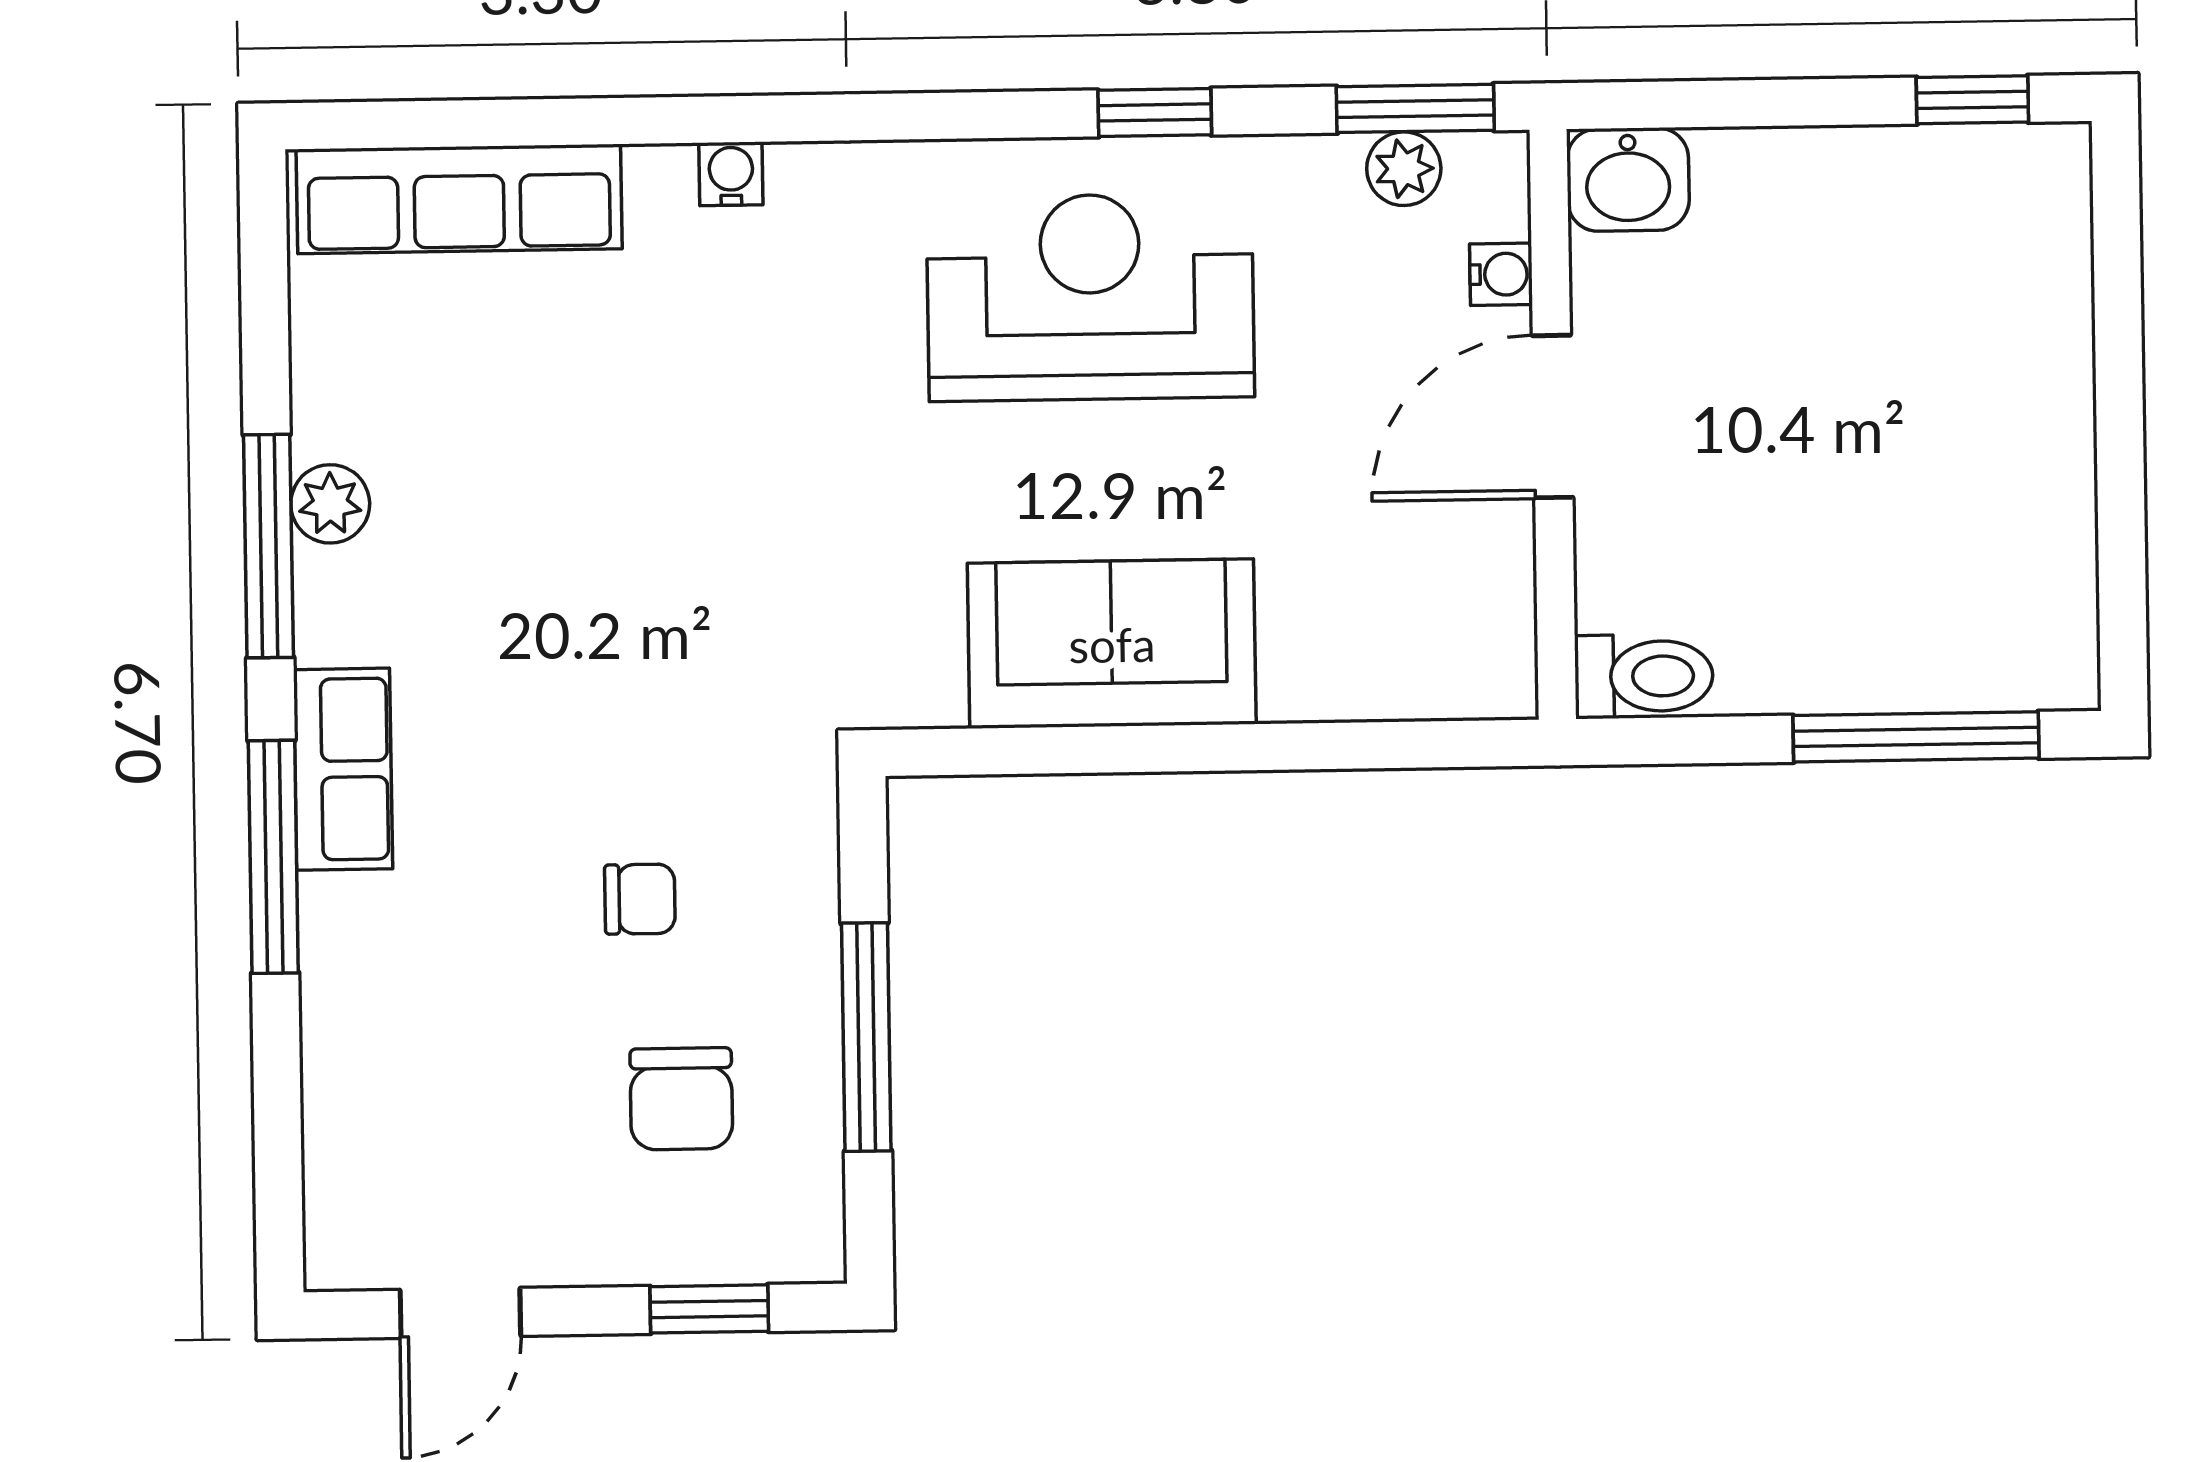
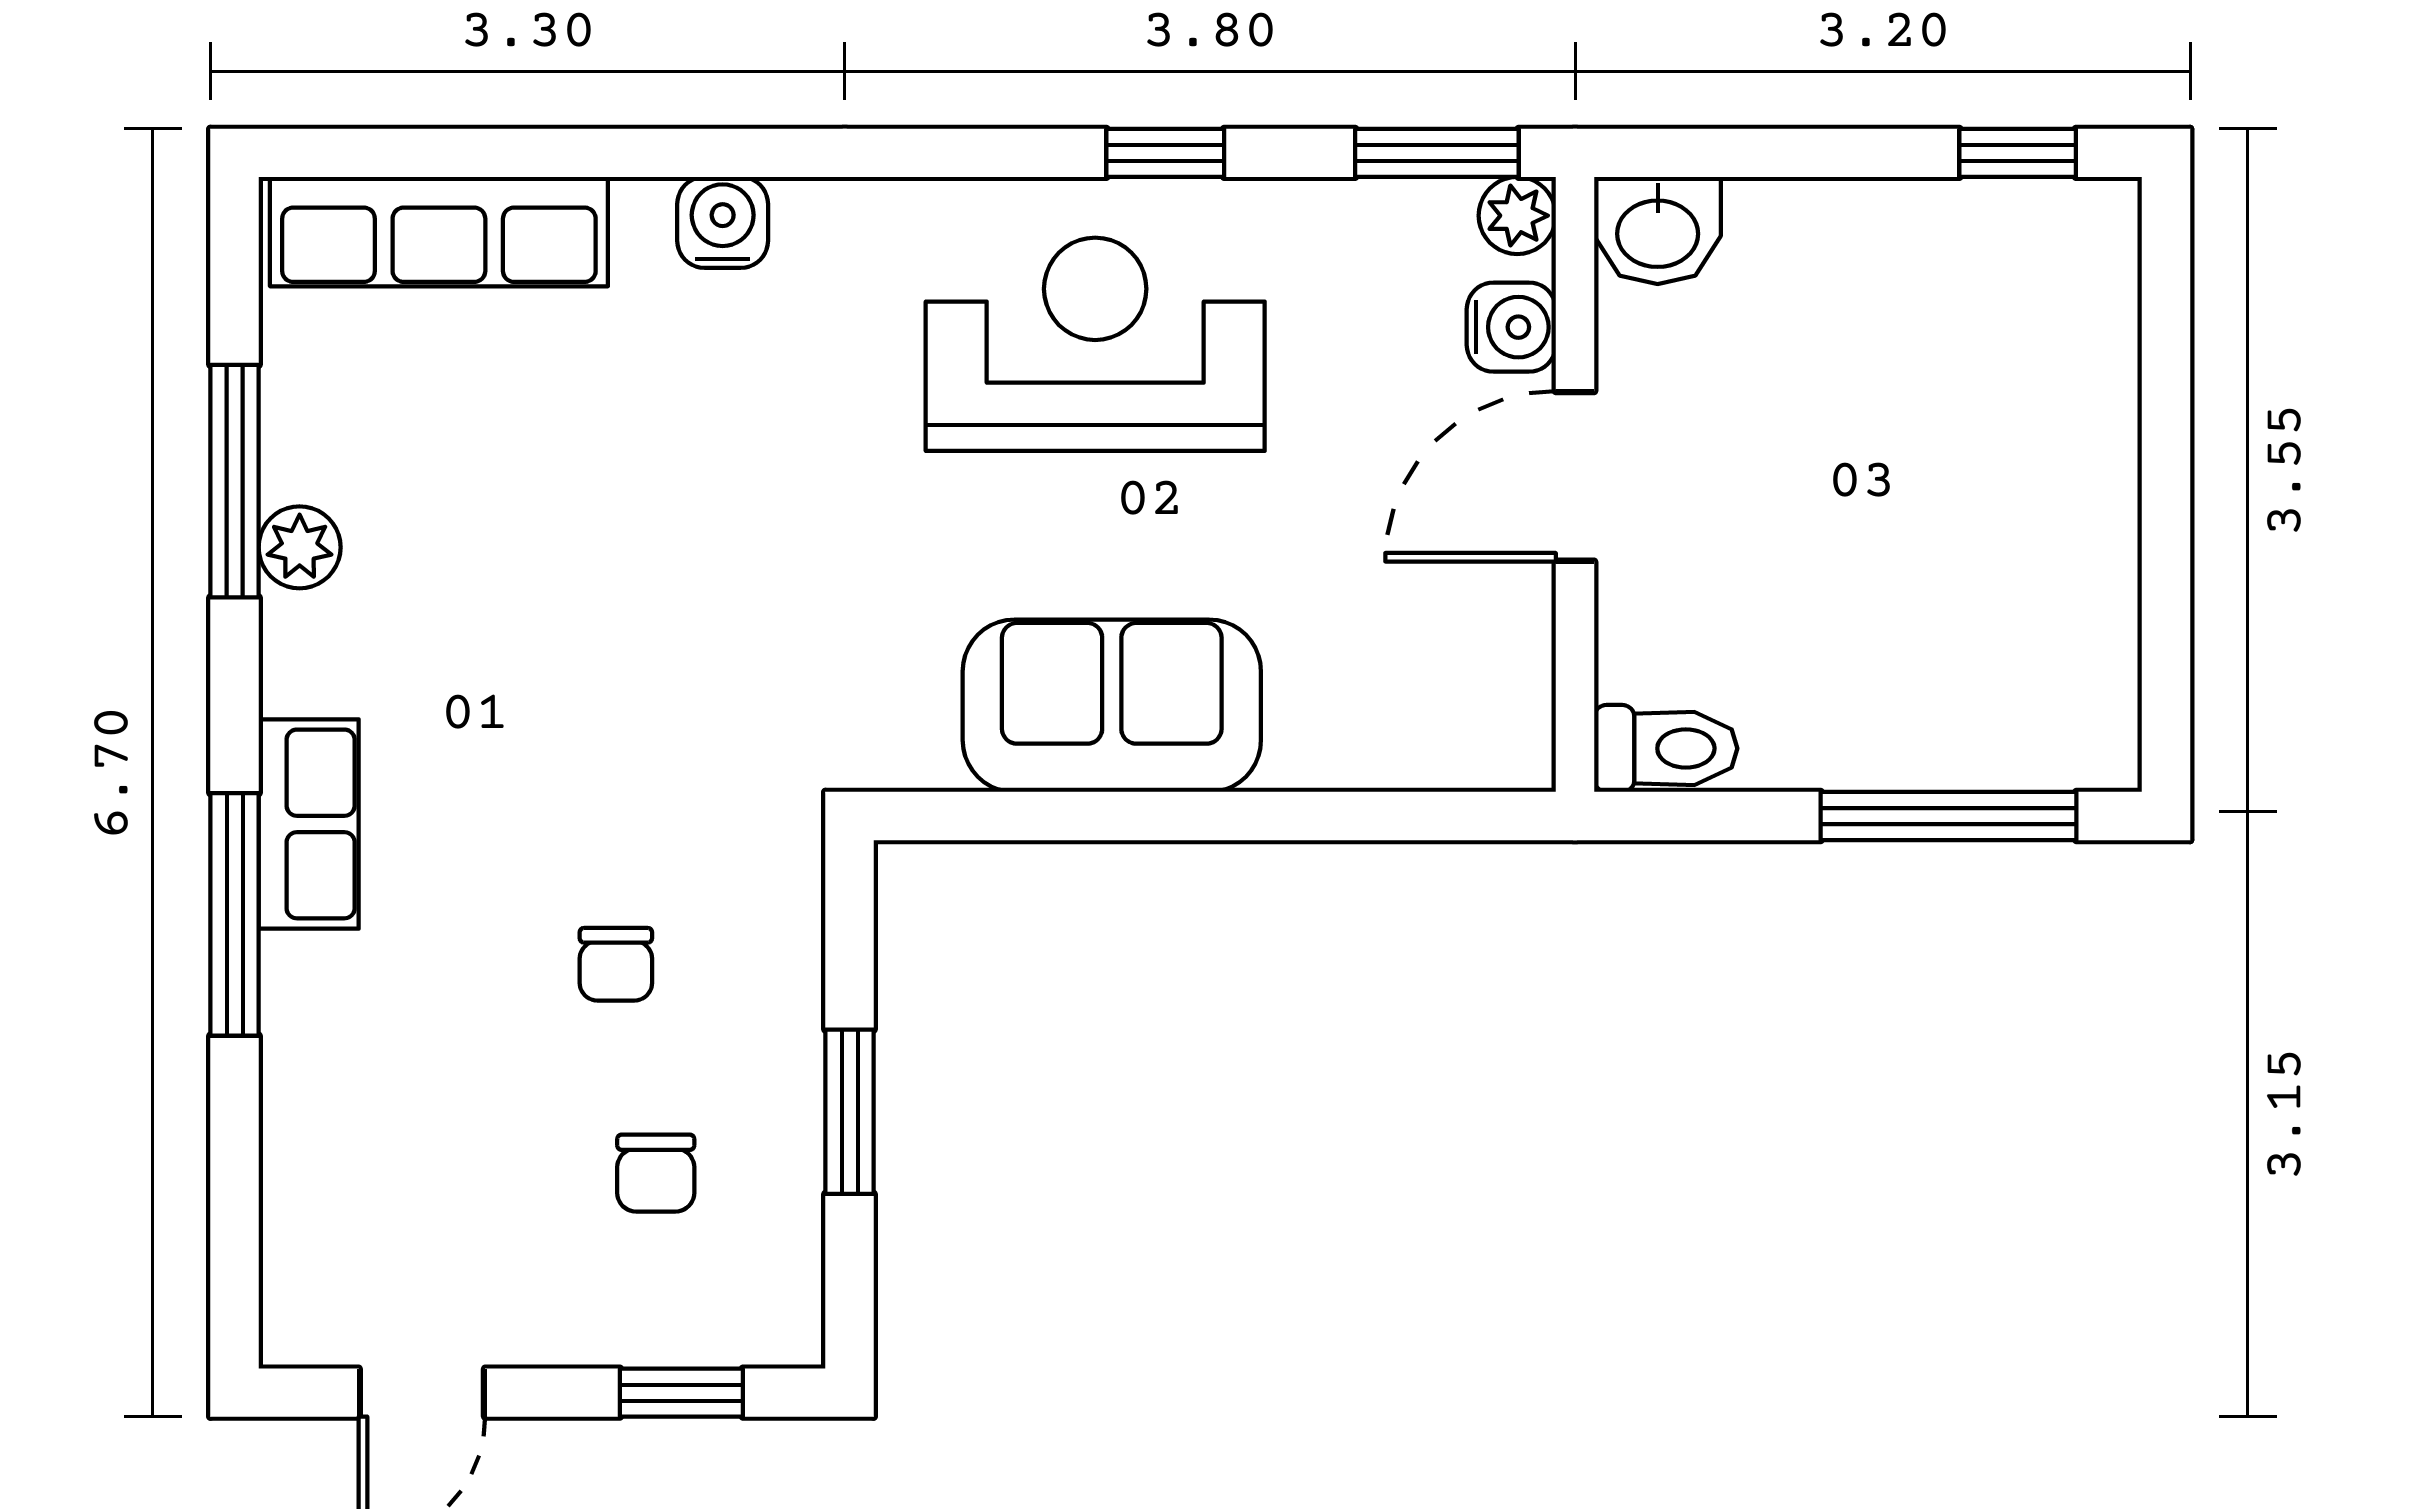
plant: (1404, 169) -> (1517, 216), moved
water cooler: (731, 174) -> (723, 222), width x1.38, depth x1.38
water cooler: (1501, 274) -> (1511, 327), width x1.38, depth x1.38
window: (268, 546) -> (235, 481), moved
chair: (640, 899) -> (616, 964), turned 90
window: (866, 1037) -> (850, 1112), width x0.69
chair: (681, 1099) -> (656, 1173), width x0.73, depth x0.73

